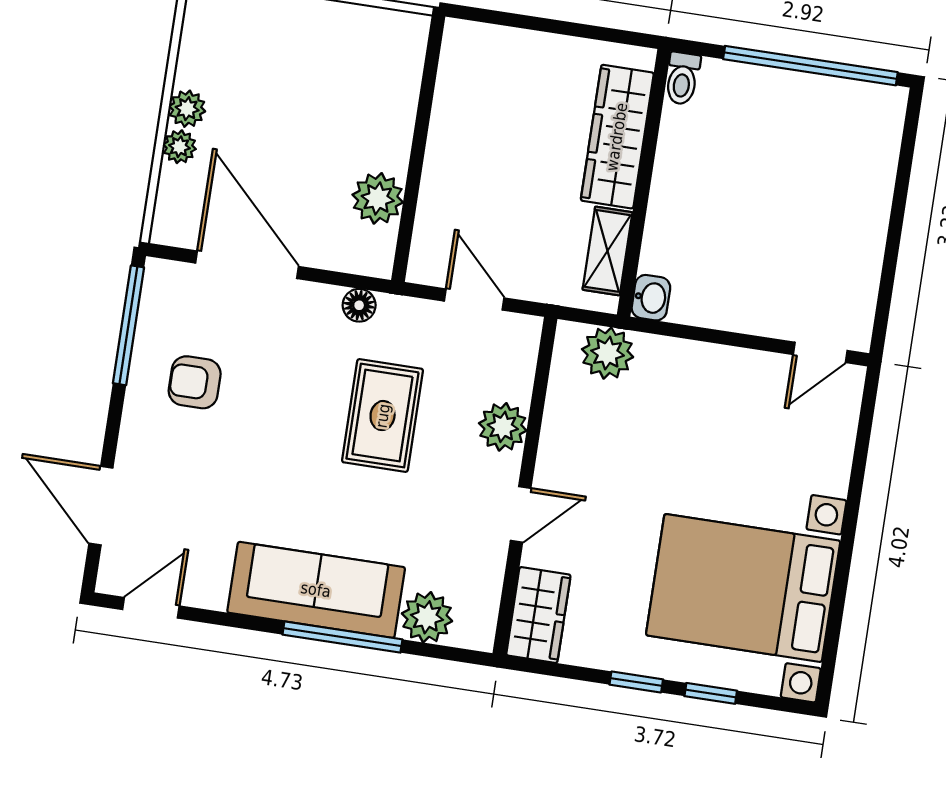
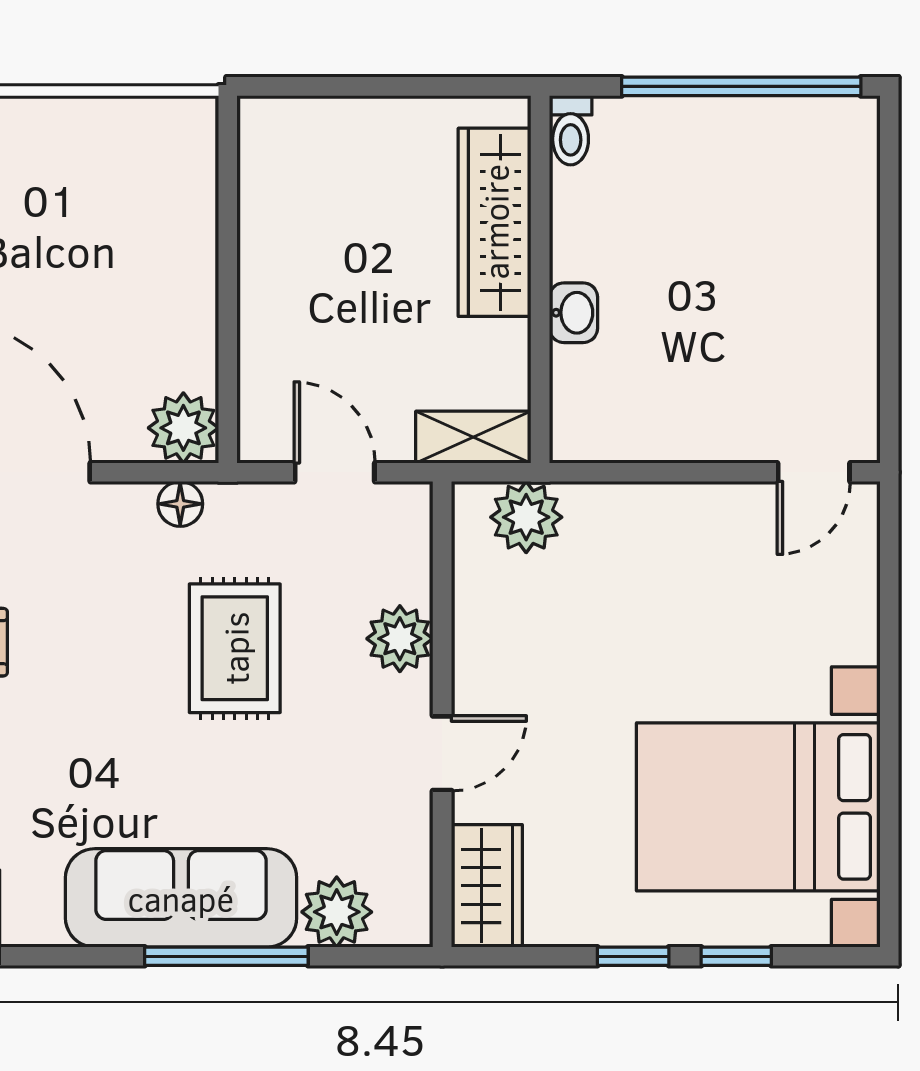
plant: (378, 198) -> (183, 428), moved
shelving: (607, 251) -> (473, 437), moved, turned 90
washbasin: (651, 298) -> (573, 313), moved

